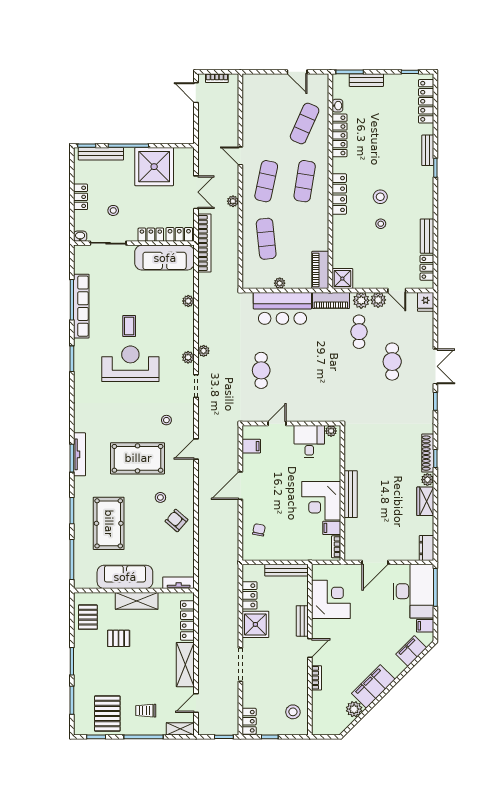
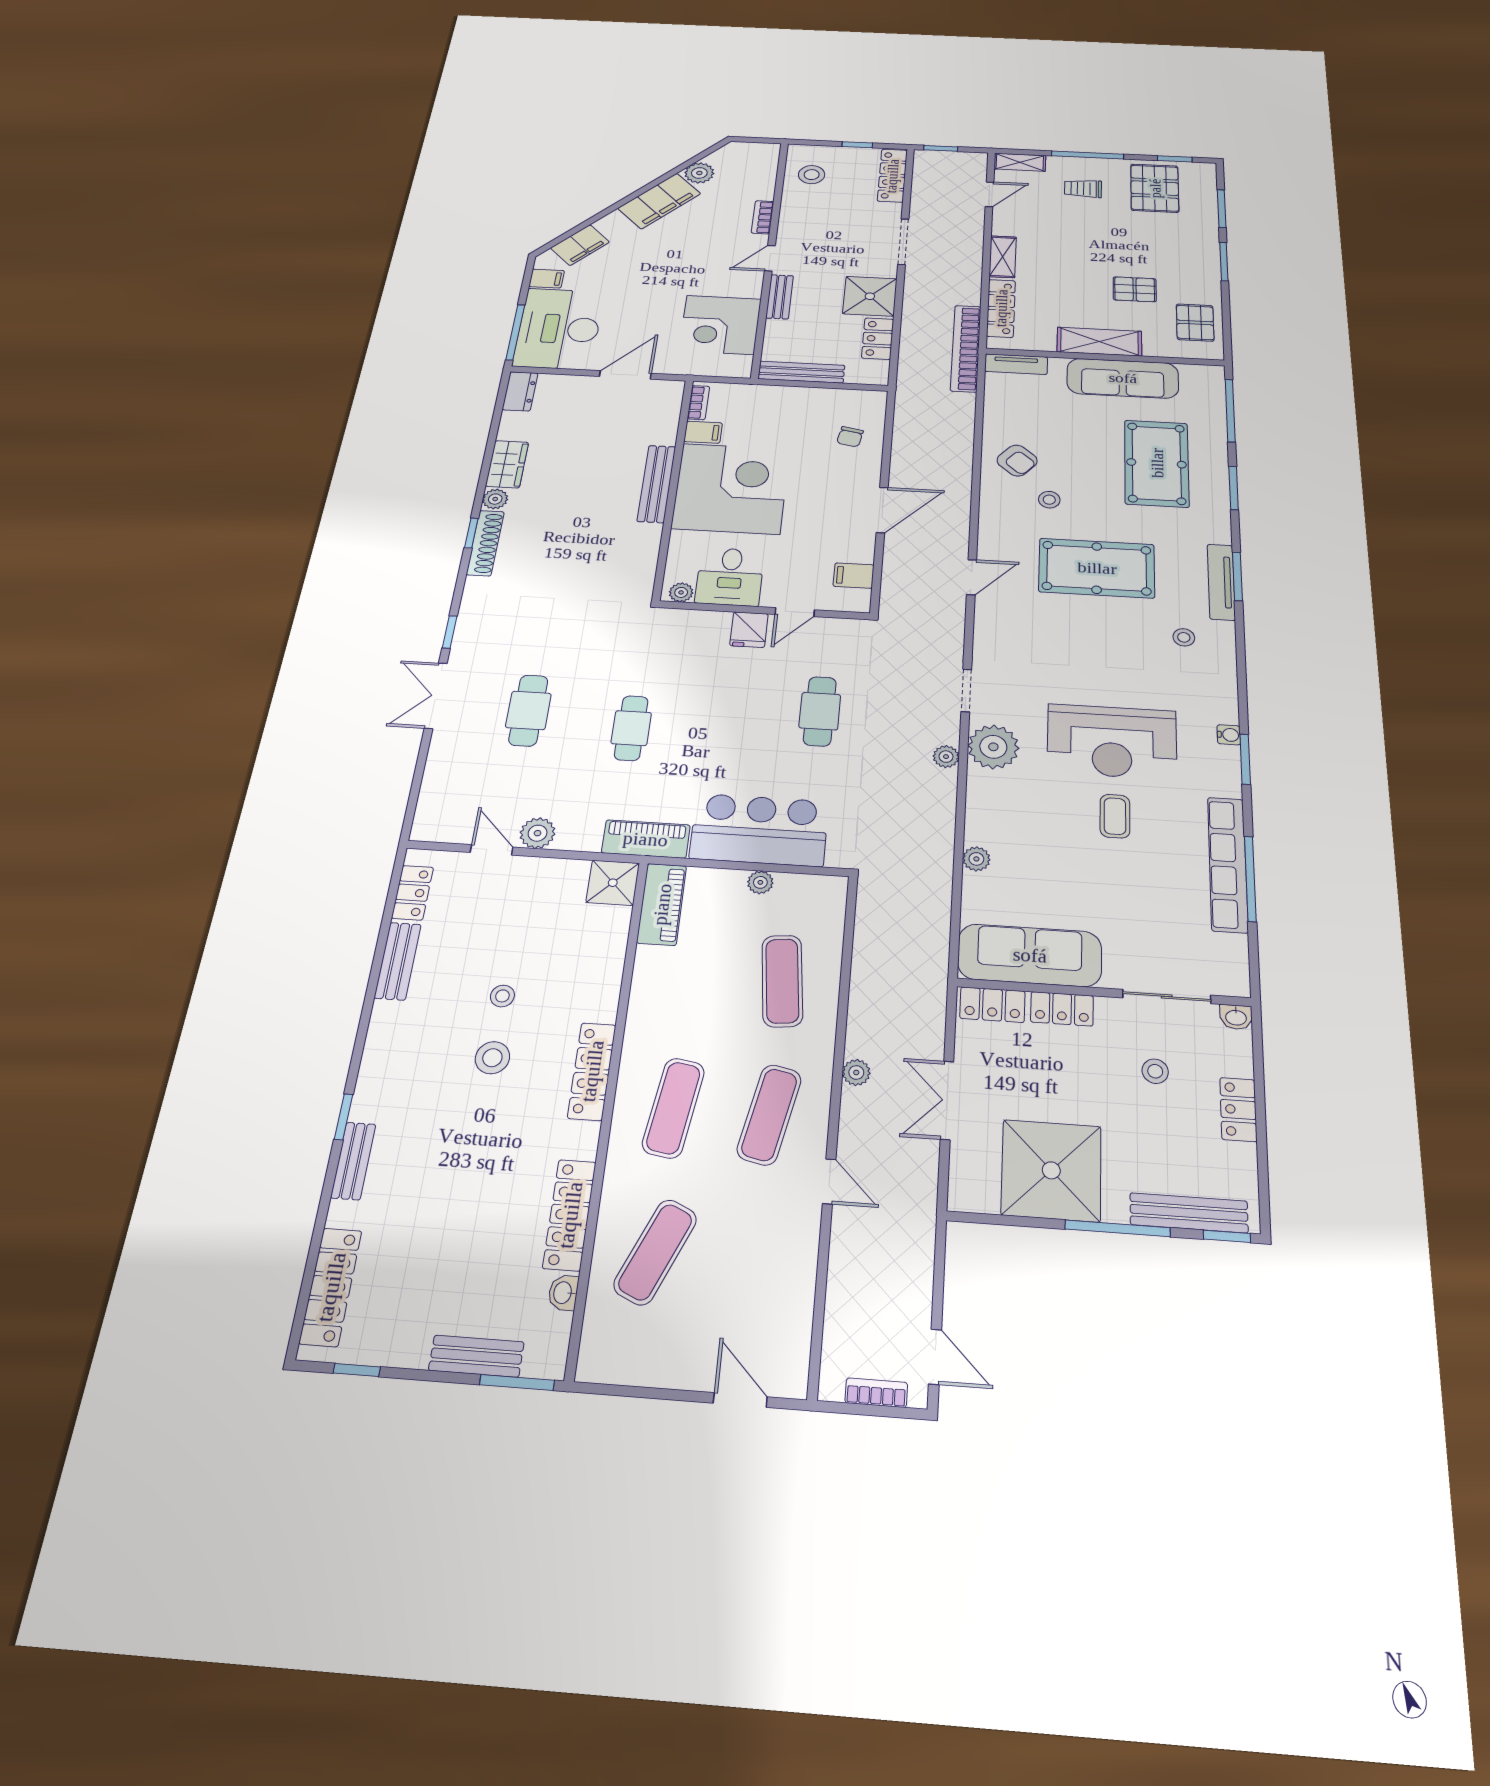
door: (297, 72) -> (740, 1400), moved
bookcase: (204, 243) -> (966, 348), moved
plant: (361, 300) -> (577, 835), removed
fridge: (426, 302) -> (749, 630), moved, turned 180
cafe table: (359, 332) -> (631, 728), moved
plant: (188, 357) -> (993, 747), width x1.88, depth x1.88
water cooler: (79, 371) -> (1229, 735), added
stool: (166, 420) -> (1184, 637), moved
corner desk: (321, 501) -> (731, 488), width x1.36, depth x1.36
shelving: (185, 665) -> (1003, 257), width x0.67, depth x0.75
trolley: (146, 711) -> (1083, 189), turned 180
locker: (249, 721) -> (892, 176), width x1.53

